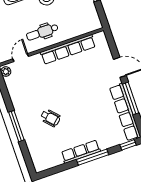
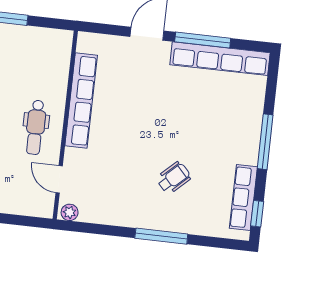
window: (128, 145) -> (257, 214), moved
row of seats: (81, 152) -> (243, 197), moved

